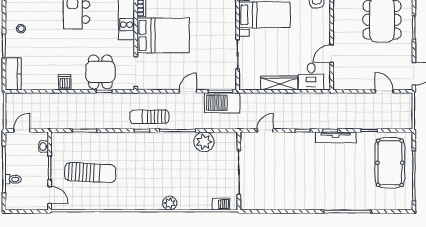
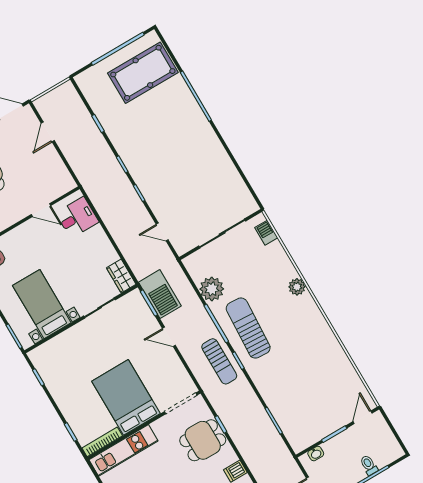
wardrobe: (279, 83) -> (121, 276), moved, width x0.67
tv unit: (336, 137) -> (126, 154), removed
pool table: (390, 163) -> (143, 73), moved
sun lounger: (90, 173) -> (248, 328), moved

